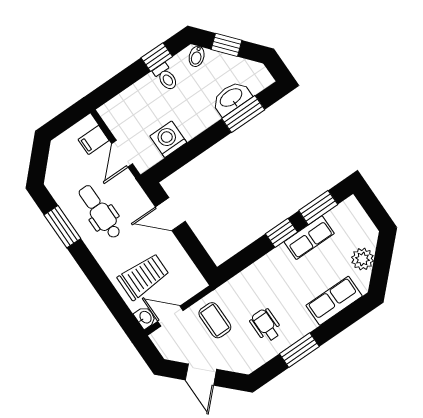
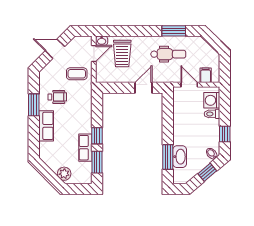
toilet: (166, 77) -> (212, 114), moved
washing machine: (168, 139) -> (212, 100), moved, turned 180
plant: (363, 259) -> (64, 174), moved
row of seats: (334, 301) -> (46, 126), moved

